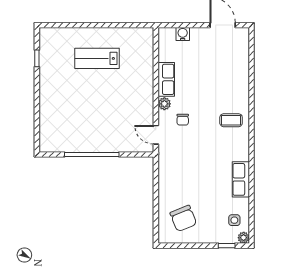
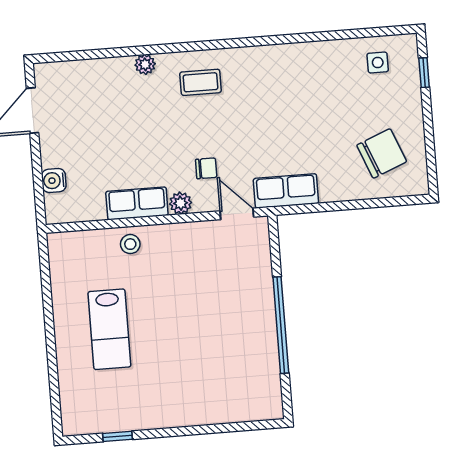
stool: (144, 74) -> (130, 244), added
coffee table: (231, 120) -> (201, 82), turned 90
door: (156, 135) -> (237, 214), swing flipped
row of seats: (241, 179) -> (286, 191), moved, turned 180
plant: (244, 238) -> (145, 64), moved

